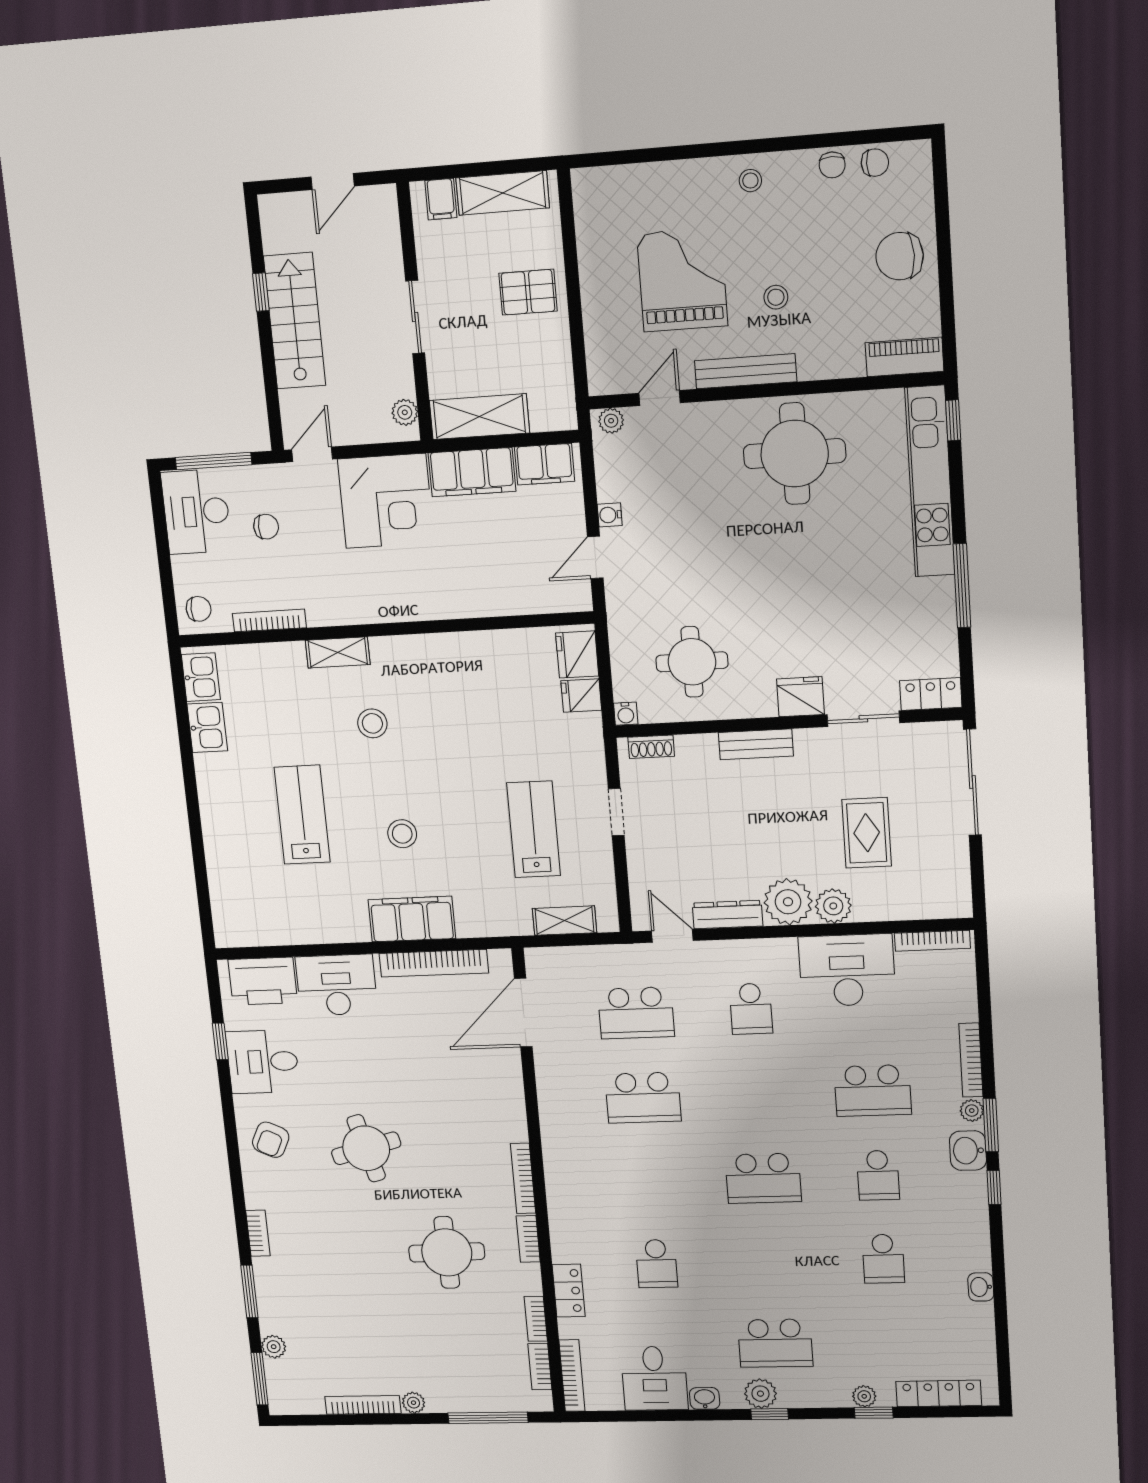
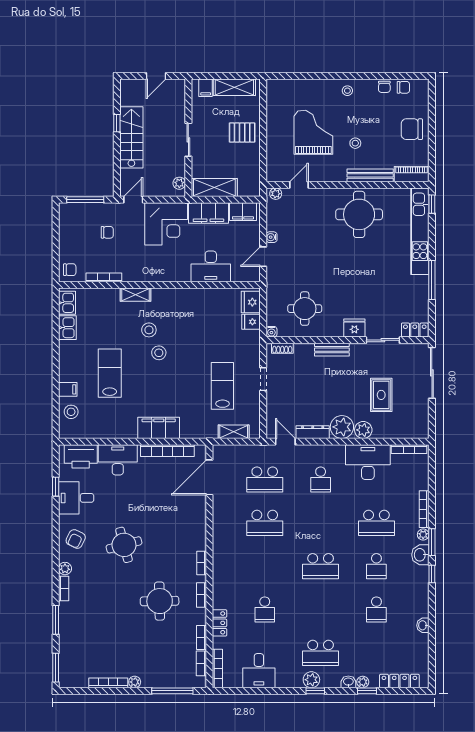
bench: (746, 371) -> (370, 175), moved
desk: (196, 512) -> (211, 266), moved, turned -90
stool: (402, 834) -> (159, 353), moved
filing cabinet: (222, 851) -> (68, 389), added
stool: (234, 895) -> (71, 412), added
bookcase: (523, 1178) -> (202, 563), width x0.64
plant: (274, 1347) -> (65, 569), moved
washbasin: (705, 1398) -> (348, 682), moved

